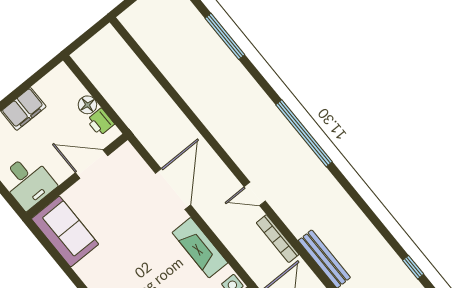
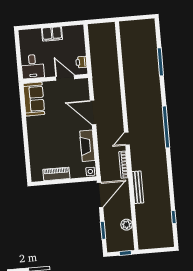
floor lamp: (87, 105) -> (81, 51), removed
door: (173, 189) -> (93, 112), swing flipped
door: (255, 194) -> (127, 139), hinge flipped

